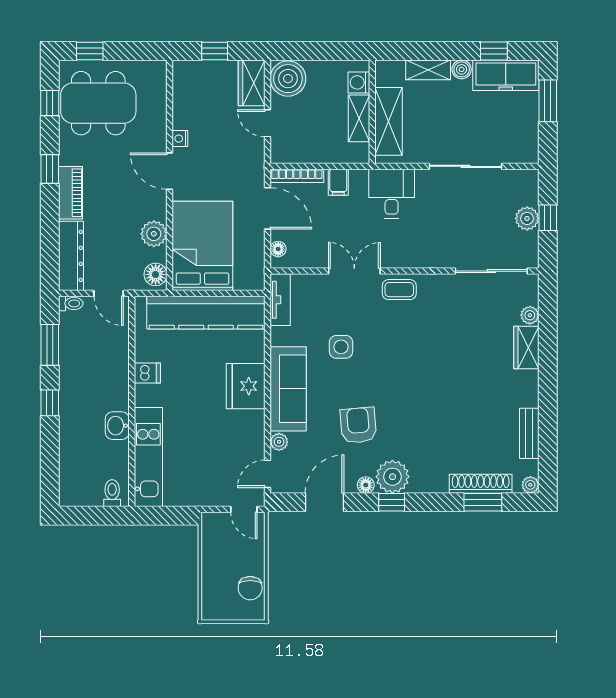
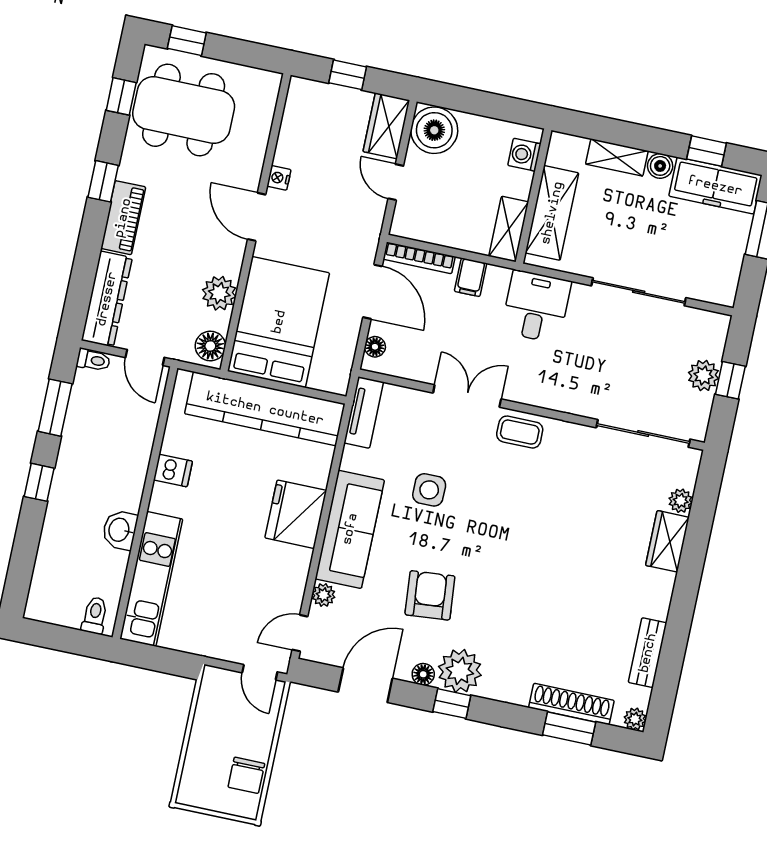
shelving: (359, 118) -> (509, 229), moved

